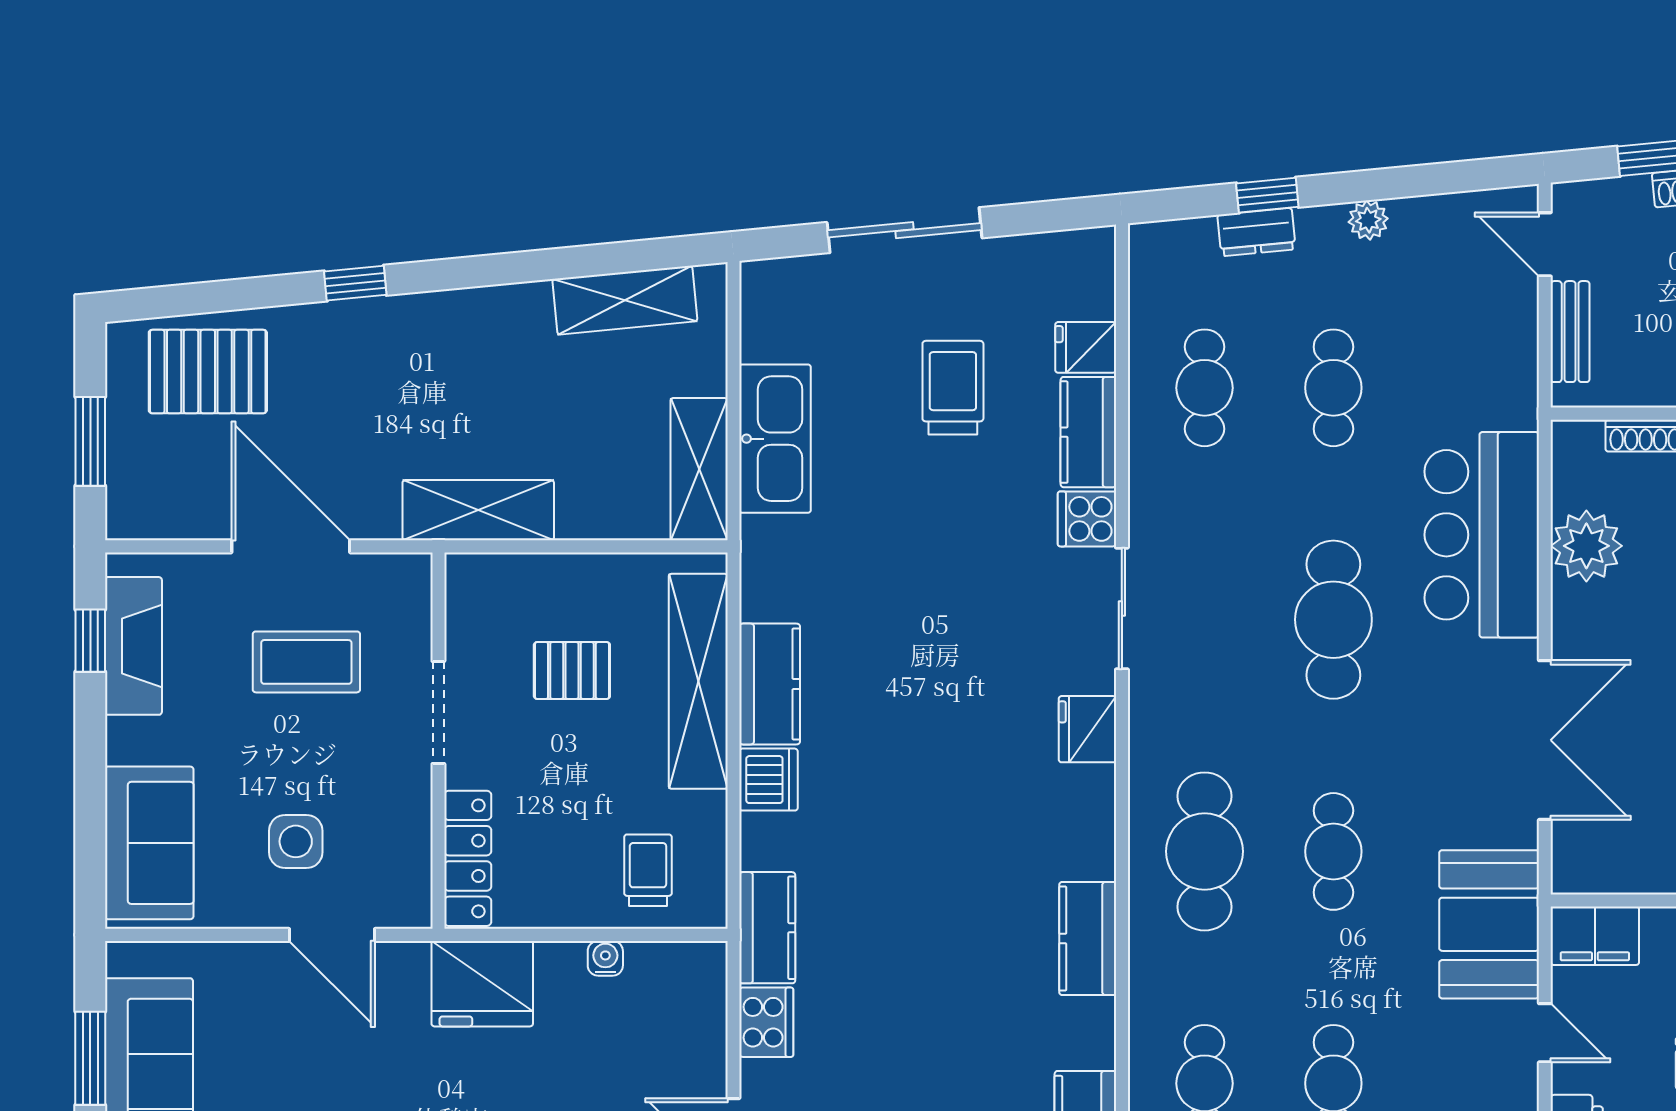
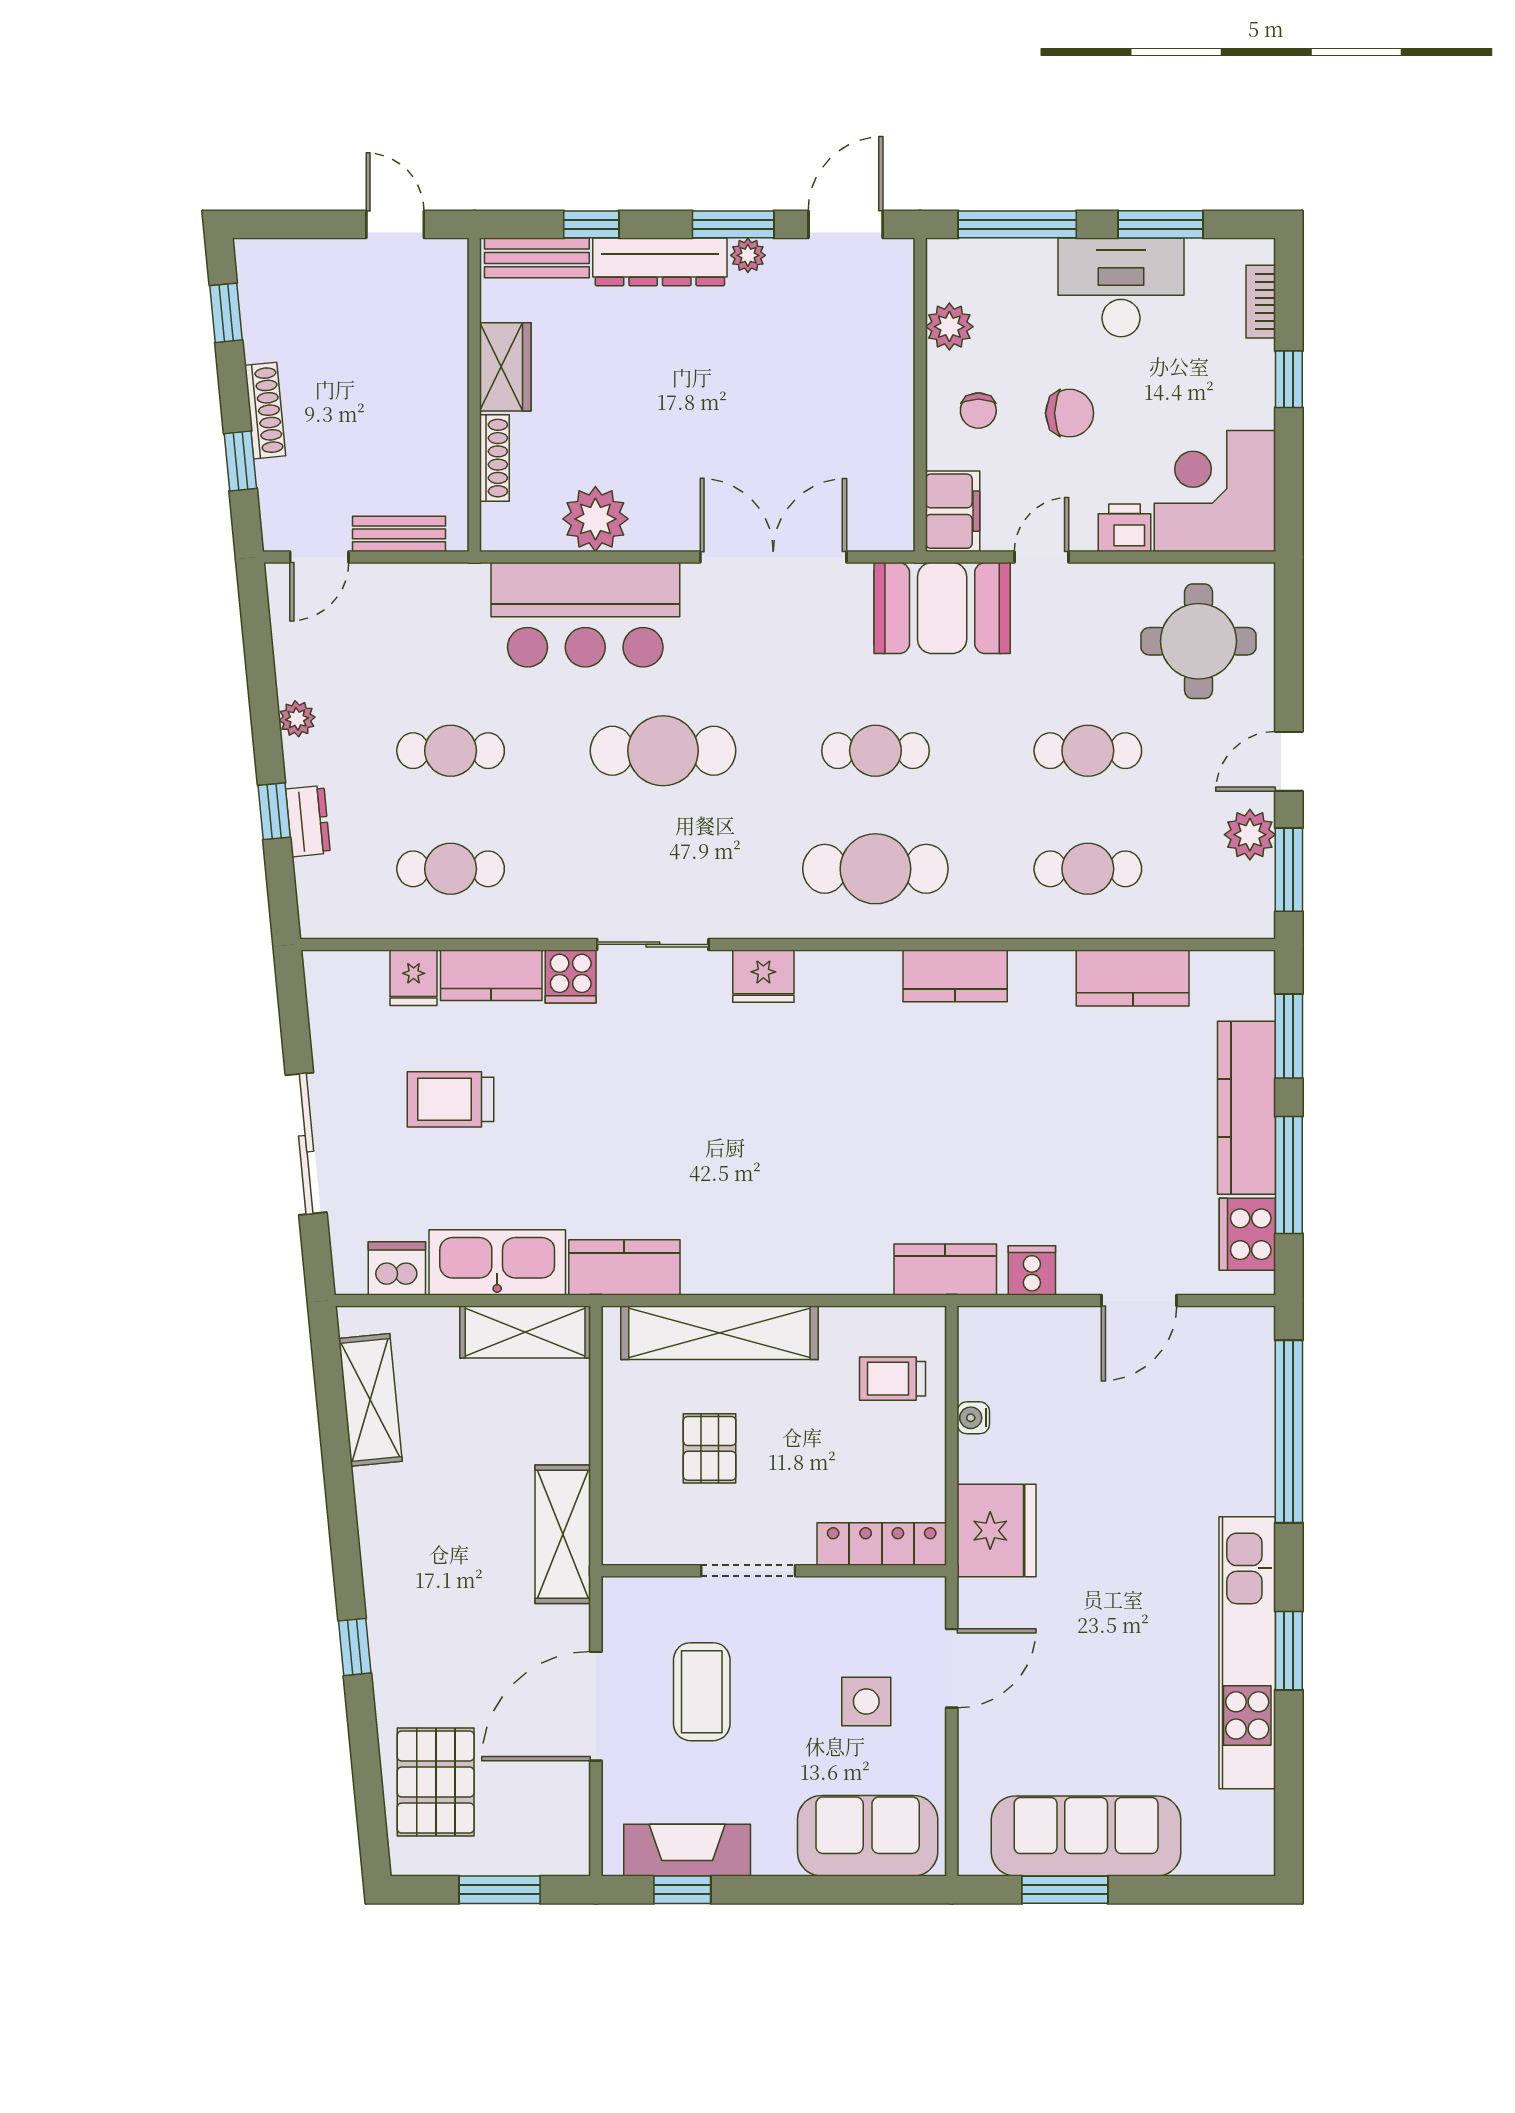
kitchen counter: (770, 684) -> (624, 1267), moved
dishwasher: (768, 780) -> (397, 1268), moved
cooker: (766, 1022) -> (1032, 1270), width x0.73

